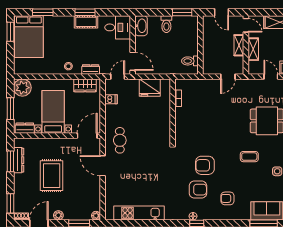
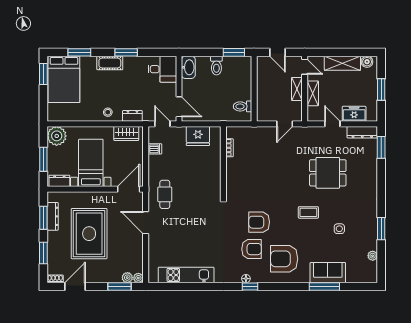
cot: (86, 22) -> (110, 63), moved
door: (118, 77) -> (162, 124), hinge flipped
rug: (52, 176) -> (89, 234), width x1.37, depth x1.44
armchair: (227, 198) -> (284, 259), width x1.88, depth x1.88
window: (10, 203) -> (43, 253), moved
plant: (58, 215) -> (127, 278), moved

